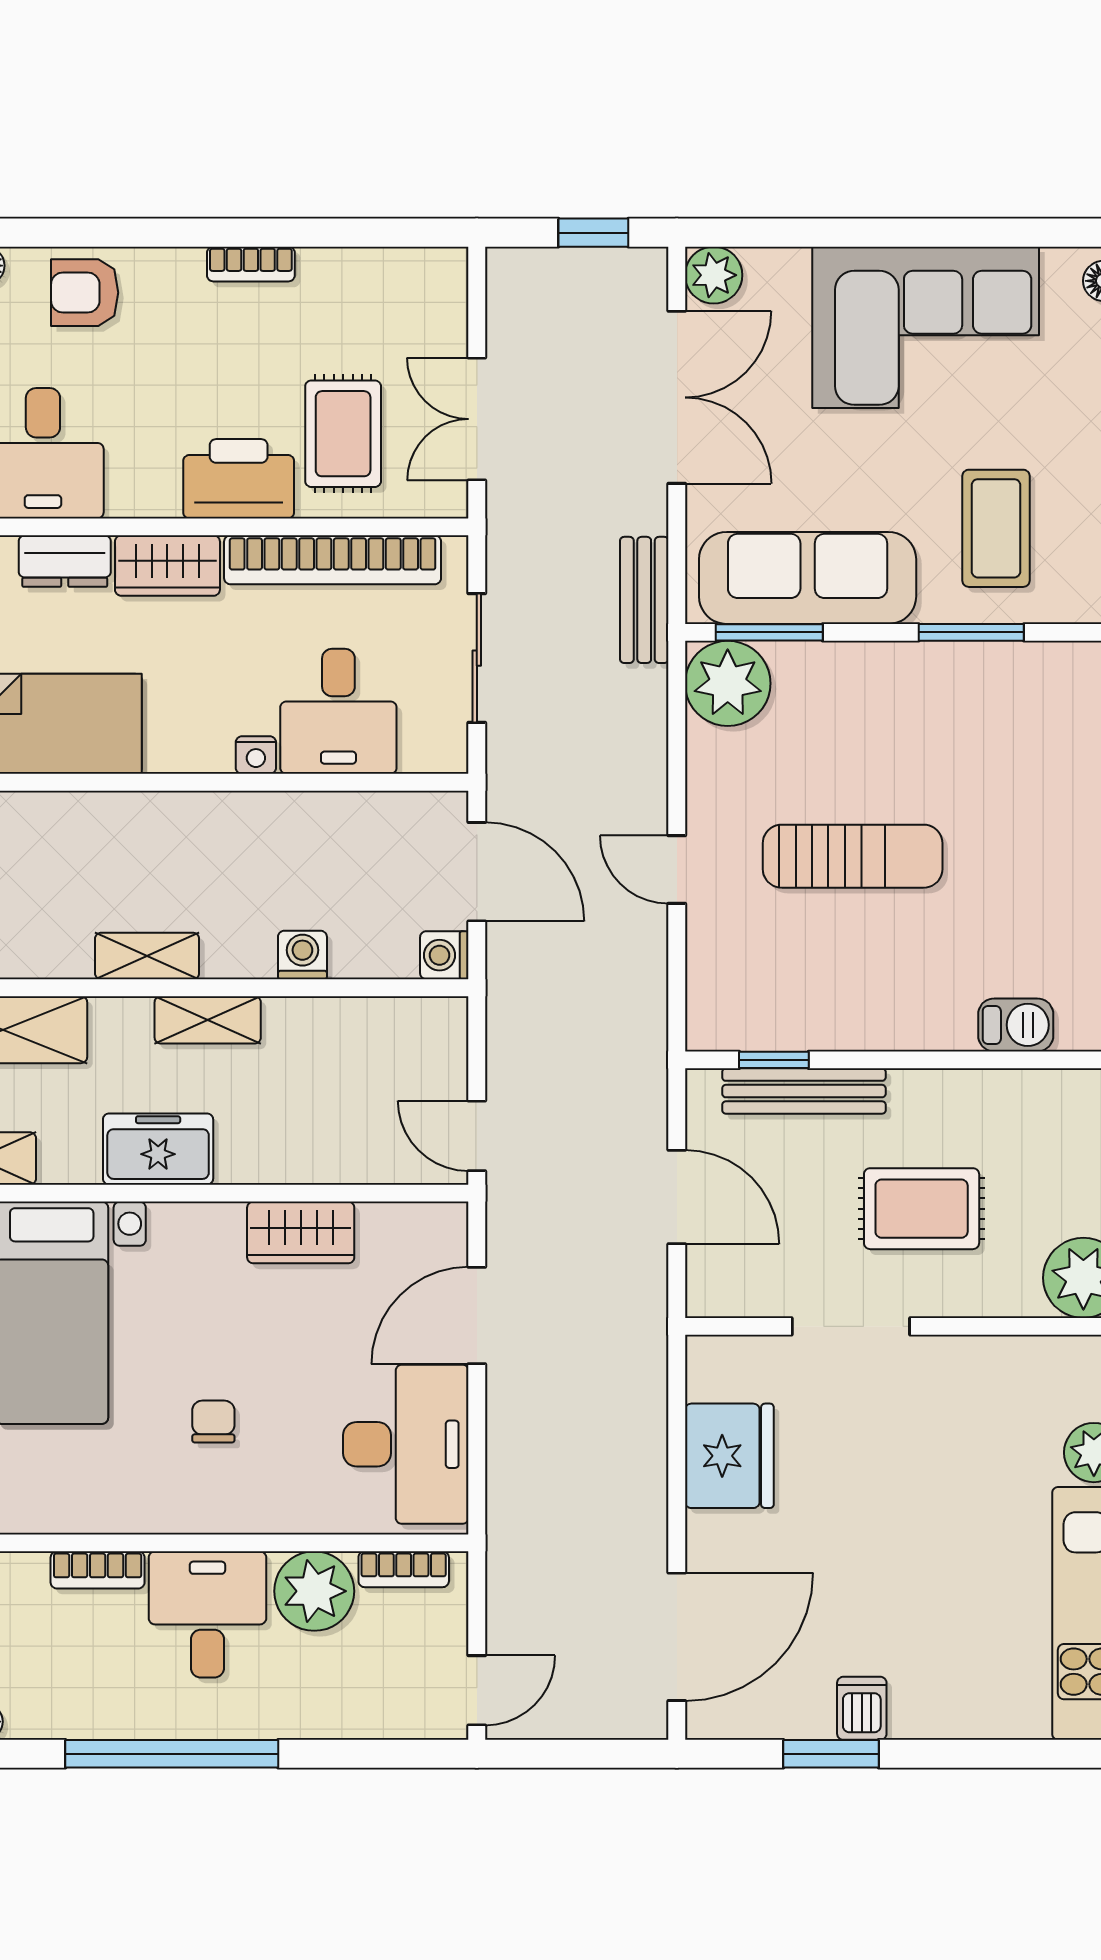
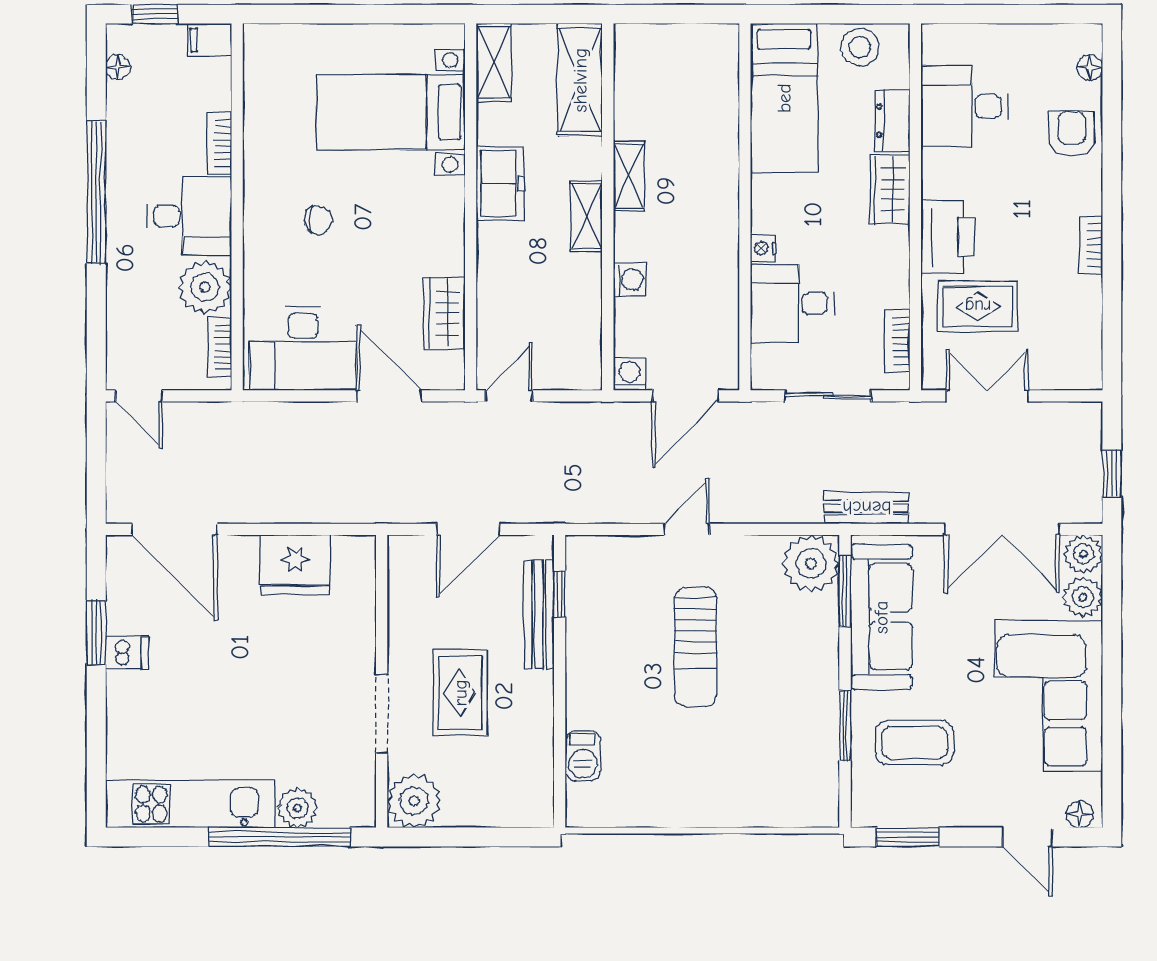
plant: (778, 276) -> (1083, 597), added
bookcase: (333, 560) -> (897, 341), width x0.43, depth x0.76
wardrobe: (301, 1232) -> (444, 313), moved
doorway: (851, 1326) -> (382, 714), moved

